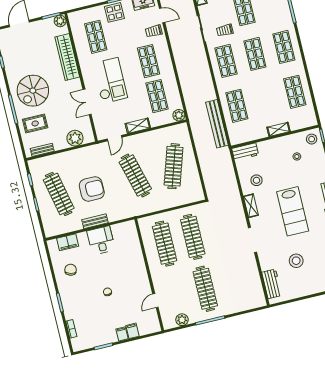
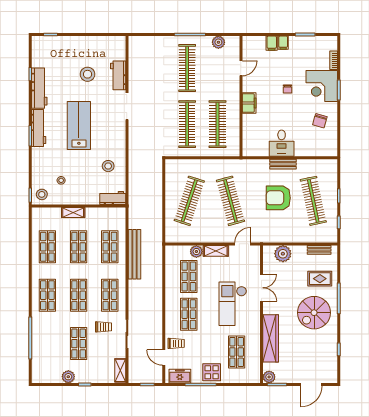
spiral stairs: (33, 91) -> (314, 313), turned 180
shop shelf: (266, 99) -> (79, 247), added
plant: (179, 115) -> (196, 252), moved
bench: (217, 124) -> (134, 254), moved
shelving: (251, 206) -> (120, 141), removed
filing cabinet: (68, 242) -> (249, 103), moved, turned 90
workbench: (272, 284) -> (118, 75), moved
corner desk: (77, 302) -> (322, 86), added

